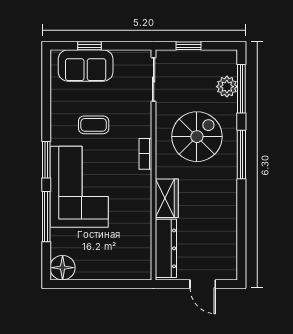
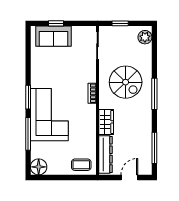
plant: (227, 87) -> (145, 37), moved
window: (241, 89) -> (154, 148), moved
coffee table: (94, 125) -> (81, 165), moved
spiral stairs: (197, 137) -> (126, 82), turned 90
door: (203, 284) -> (129, 177), swing flipped

